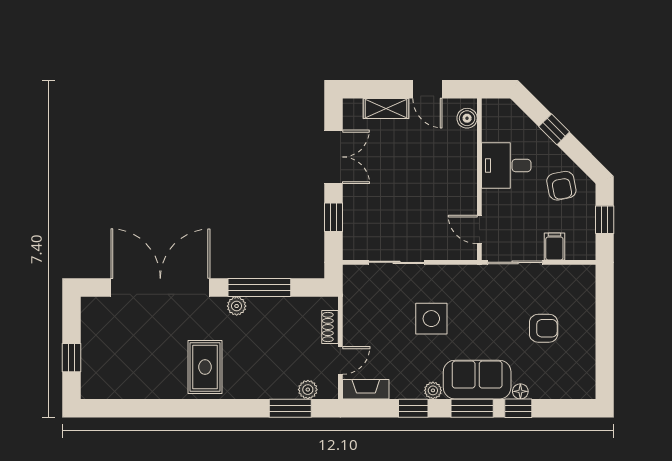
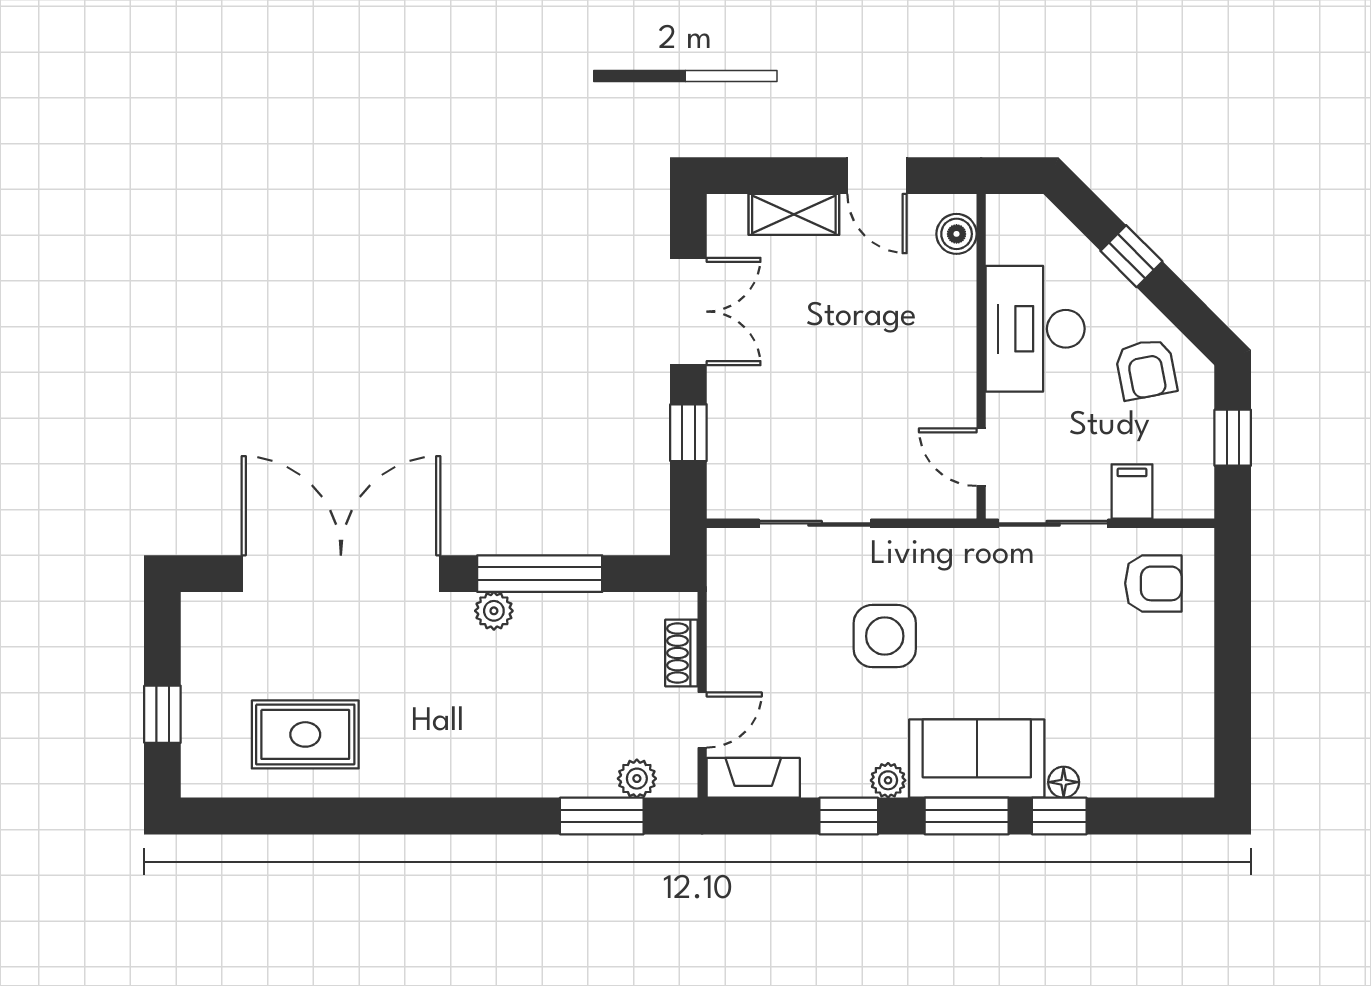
desk: (506, 165) -> (1035, 329), width x1.37
armchair: (544, 328) -> (1153, 583), moved
rug: (205, 367) -> (305, 734), moved, turned 90

